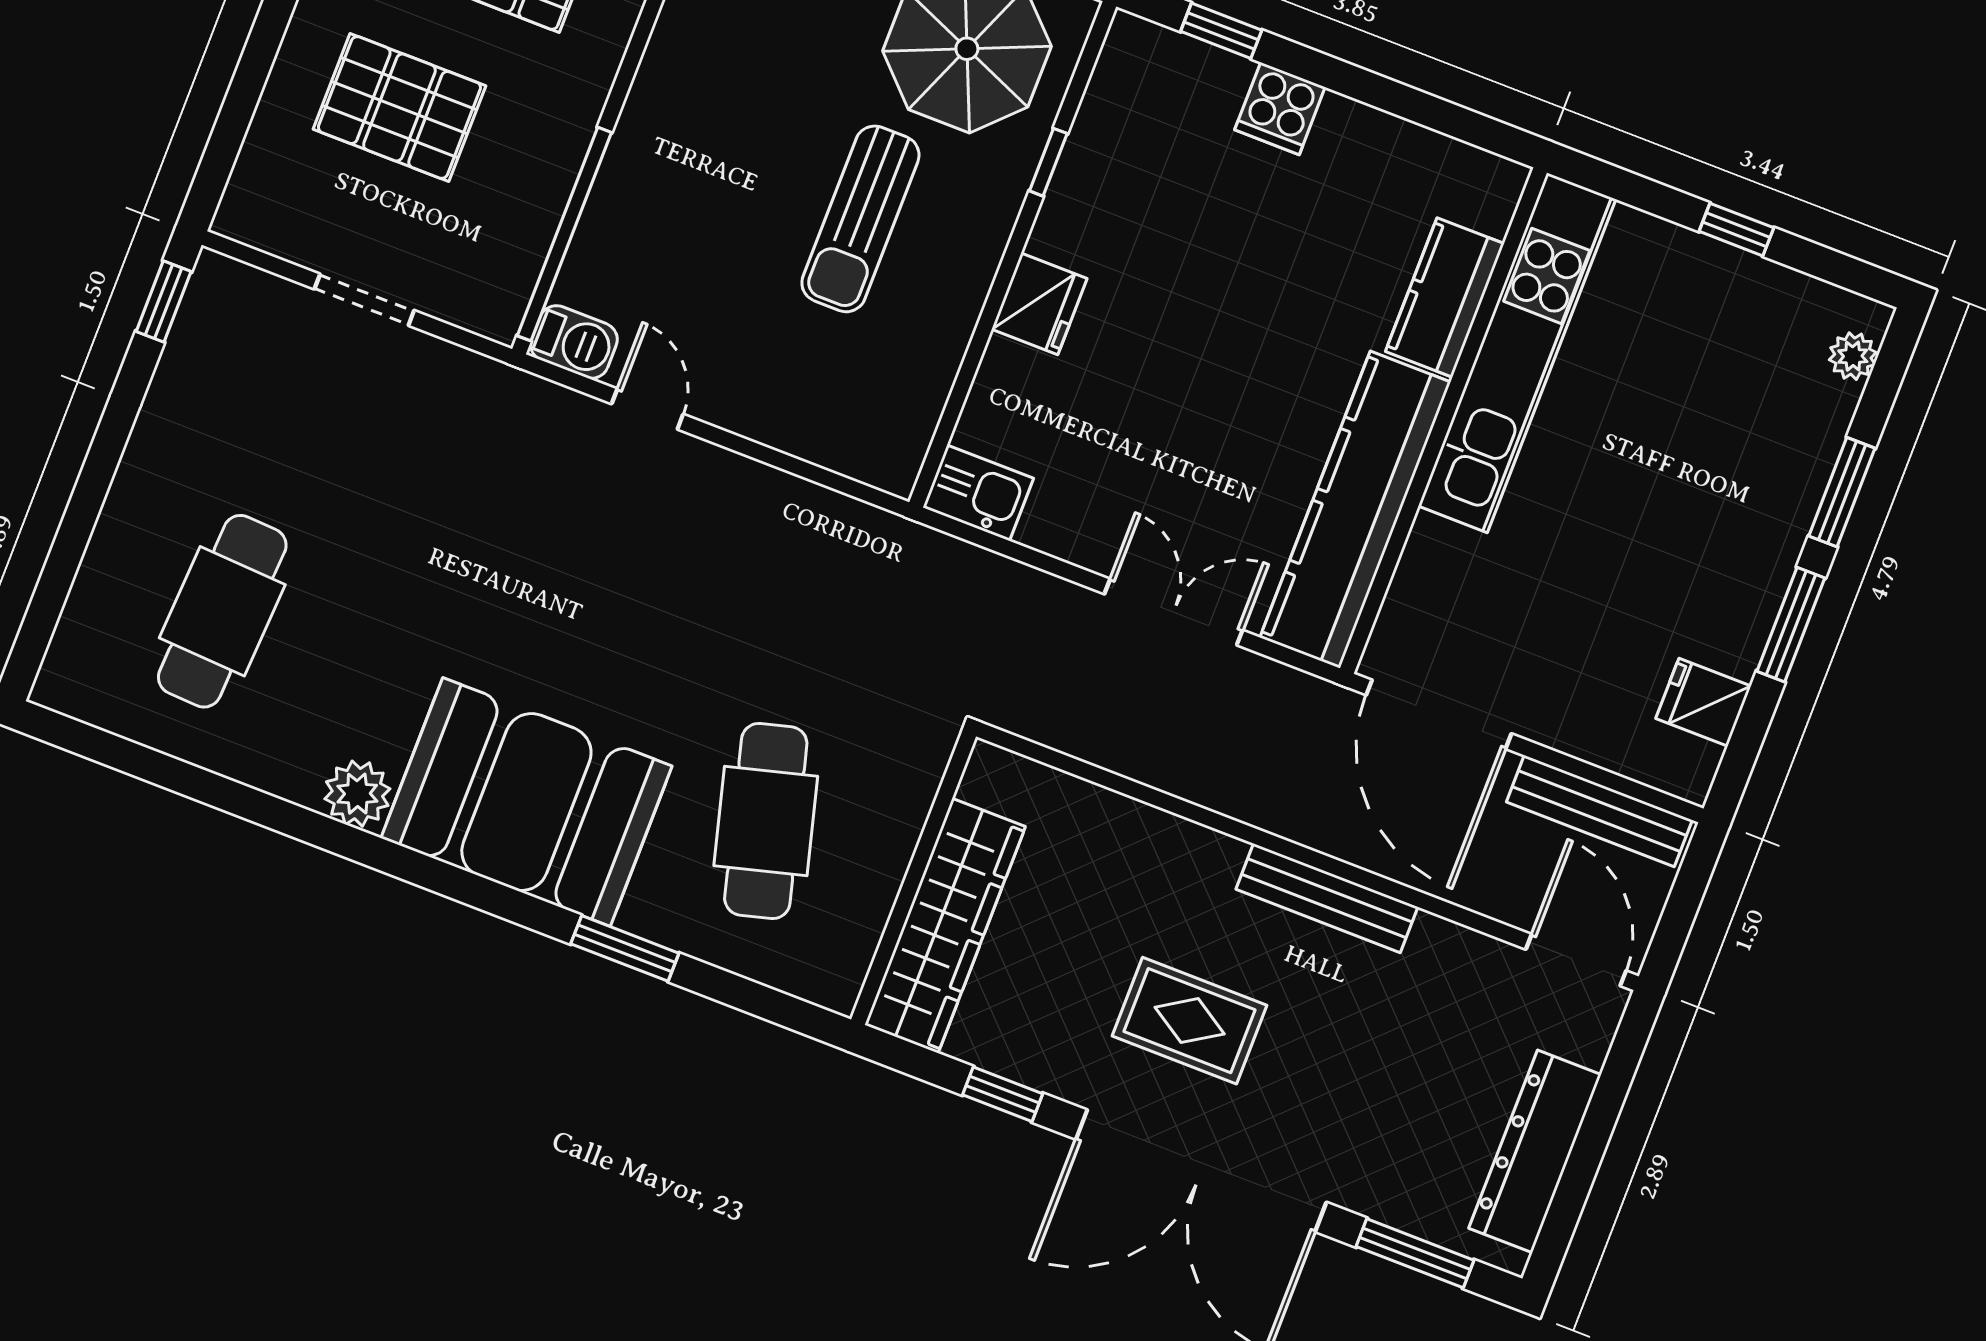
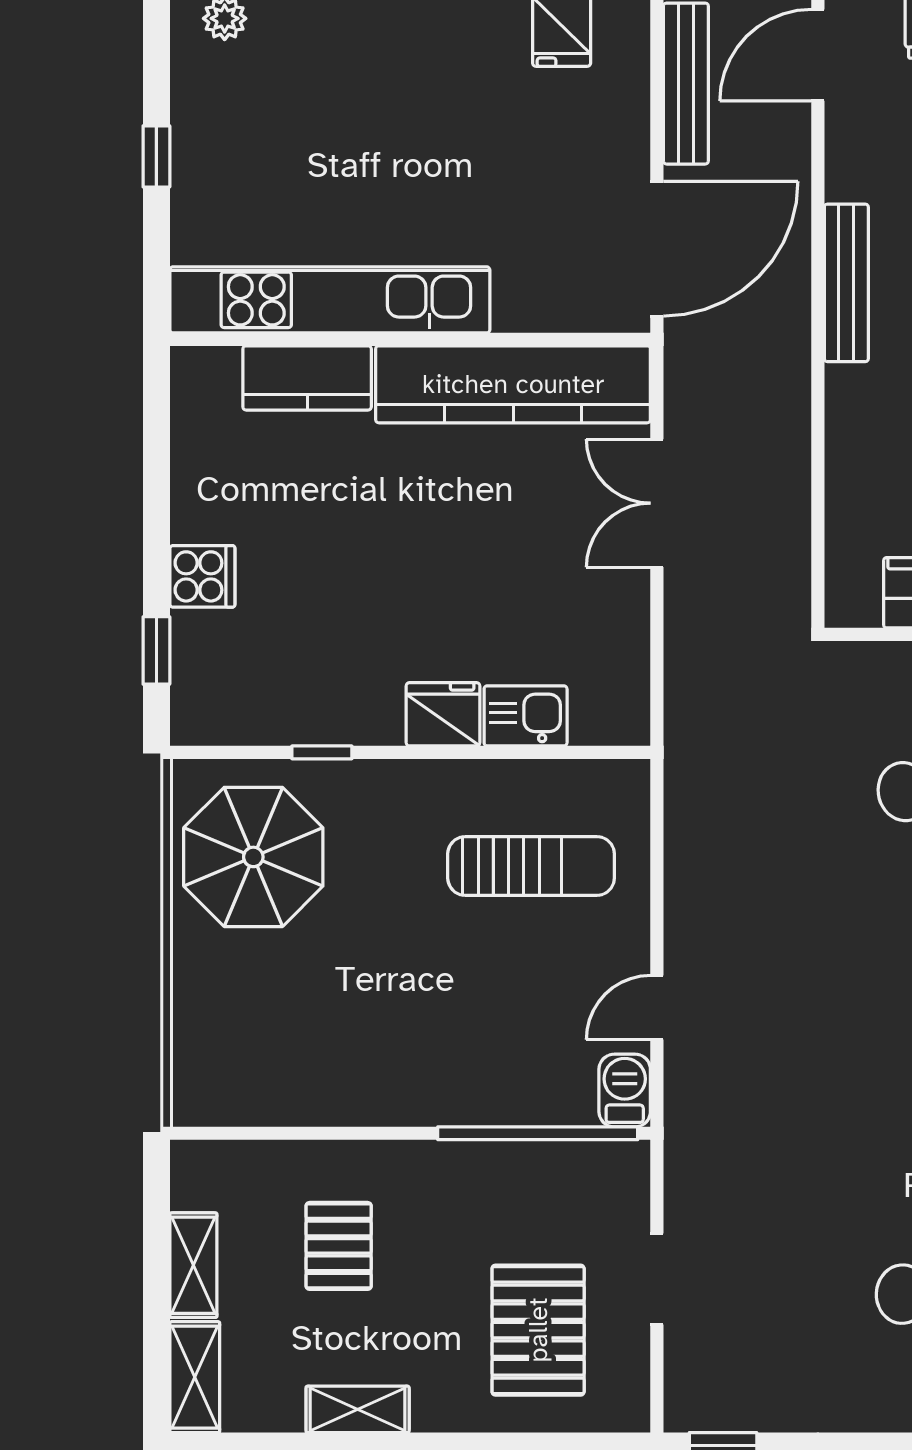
pallet: (399, 108) -> (538, 1330), moved
sun lounger: (860, 219) -> (531, 866), moved
kitchen sink: (978, 493) -> (526, 716), moved, turned 90

